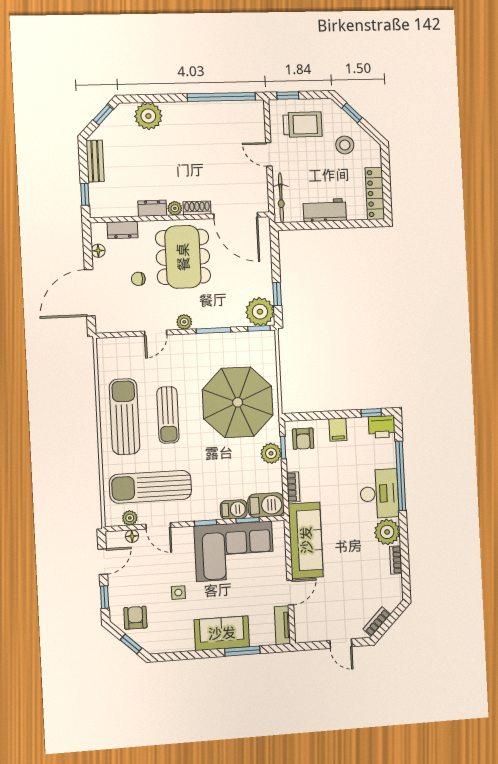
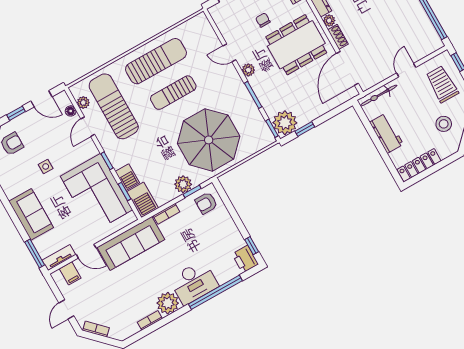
trolley: (303, 125) -> (442, 84), turned 180
filing cabinet: (338, 430) -> (70, 273), moved, turned -90
window: (242, 651) -> (35, 253), moved

